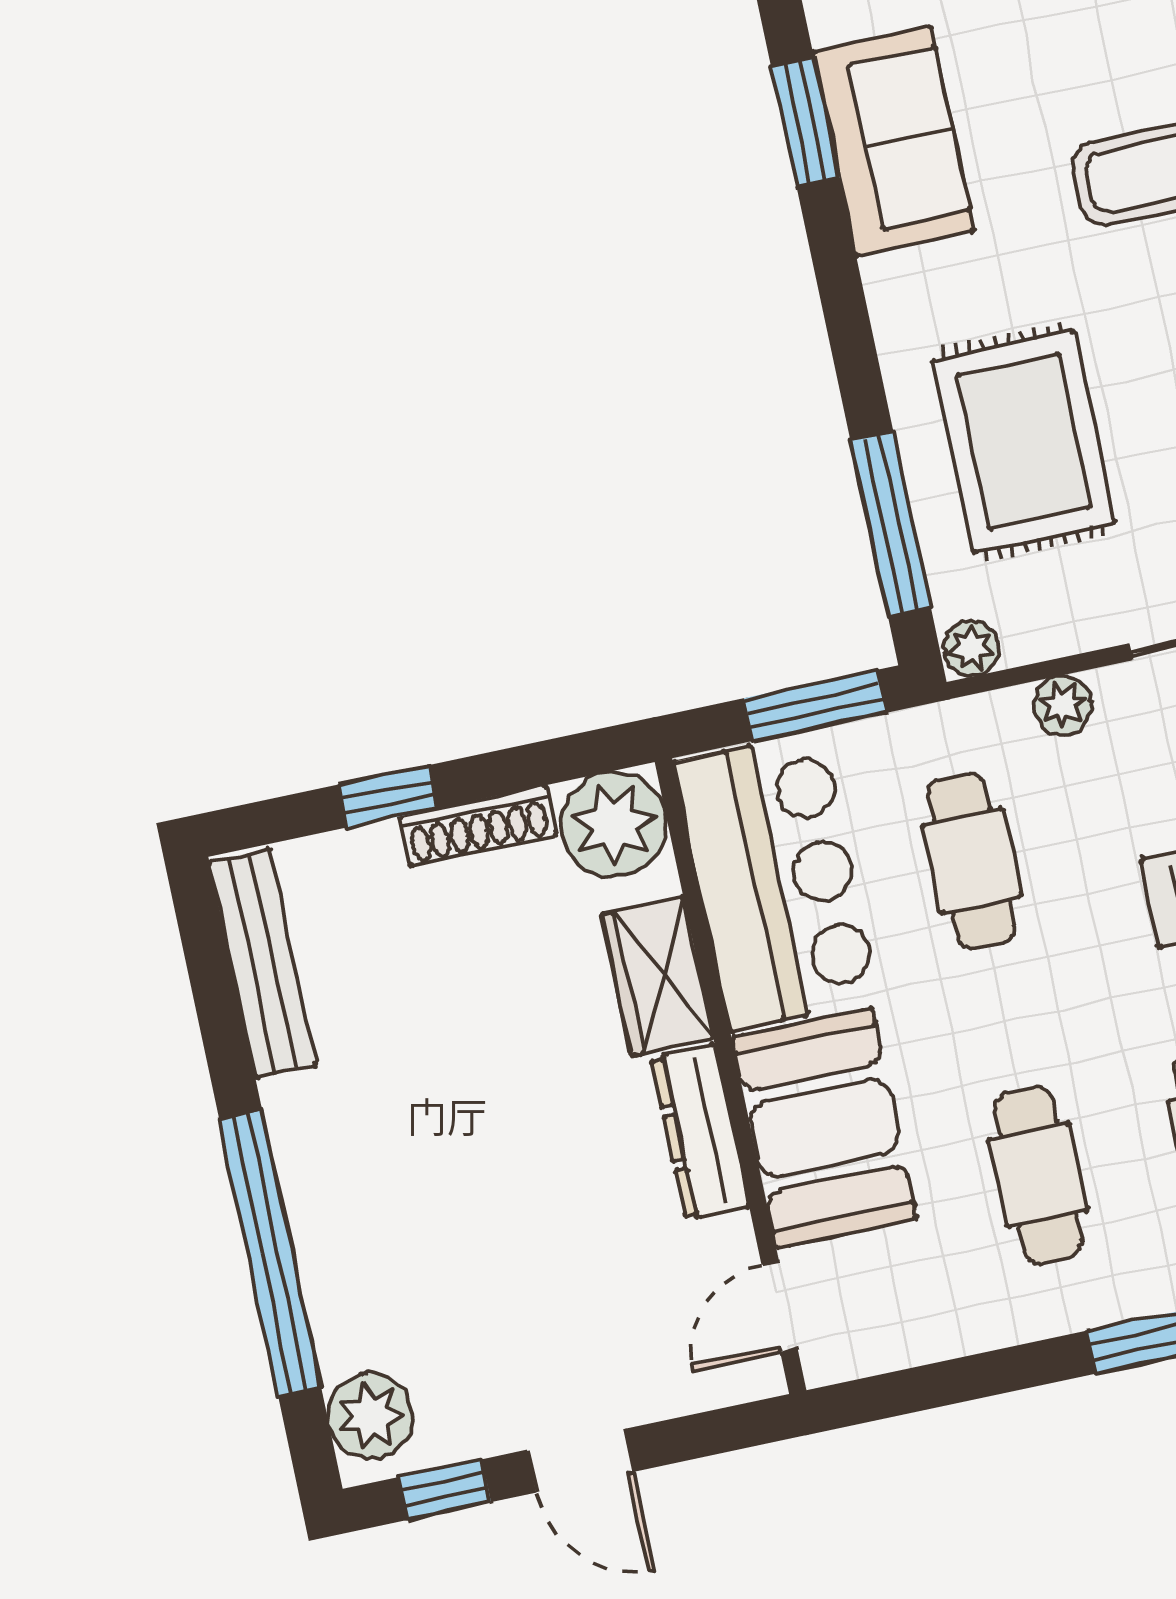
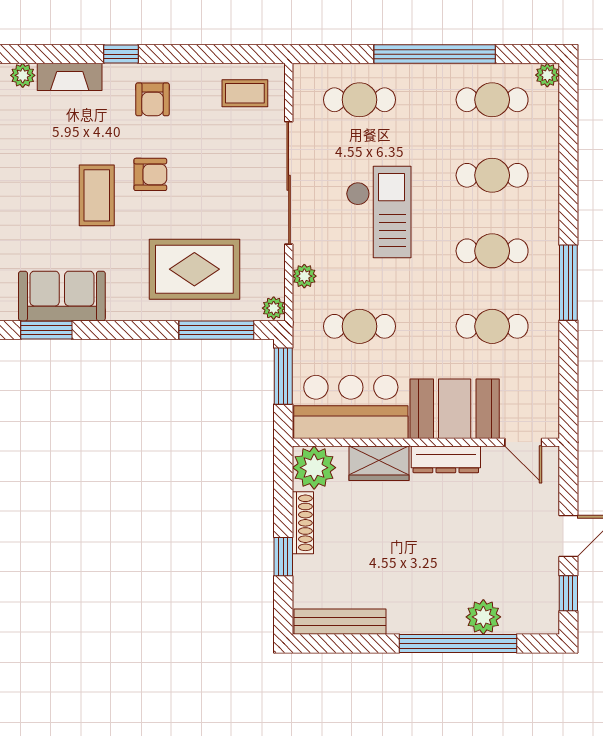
plant: (370, 1416) -> (483, 617), moved

